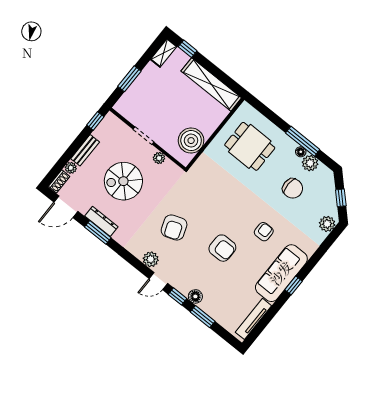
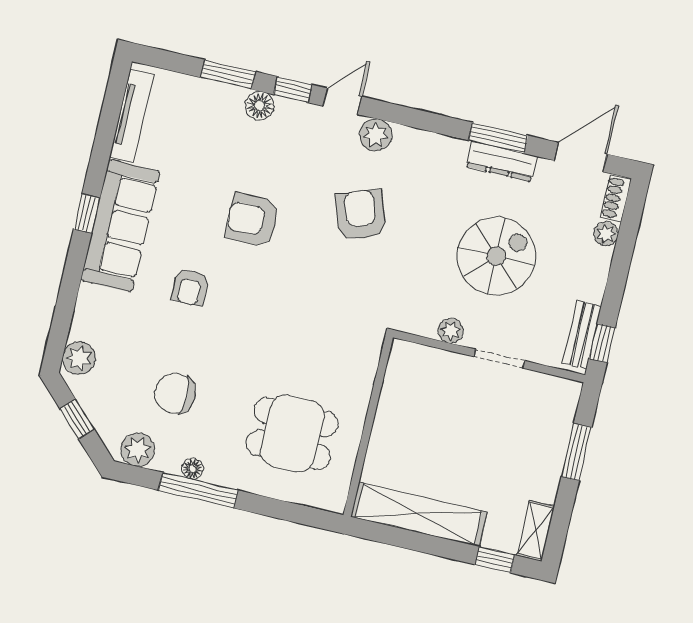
boiler: (191, 141) -> (407, 392), removed
bench: (85, 150) -> (582, 335), moved
plant: (310, 163) -> (138, 450), moved

